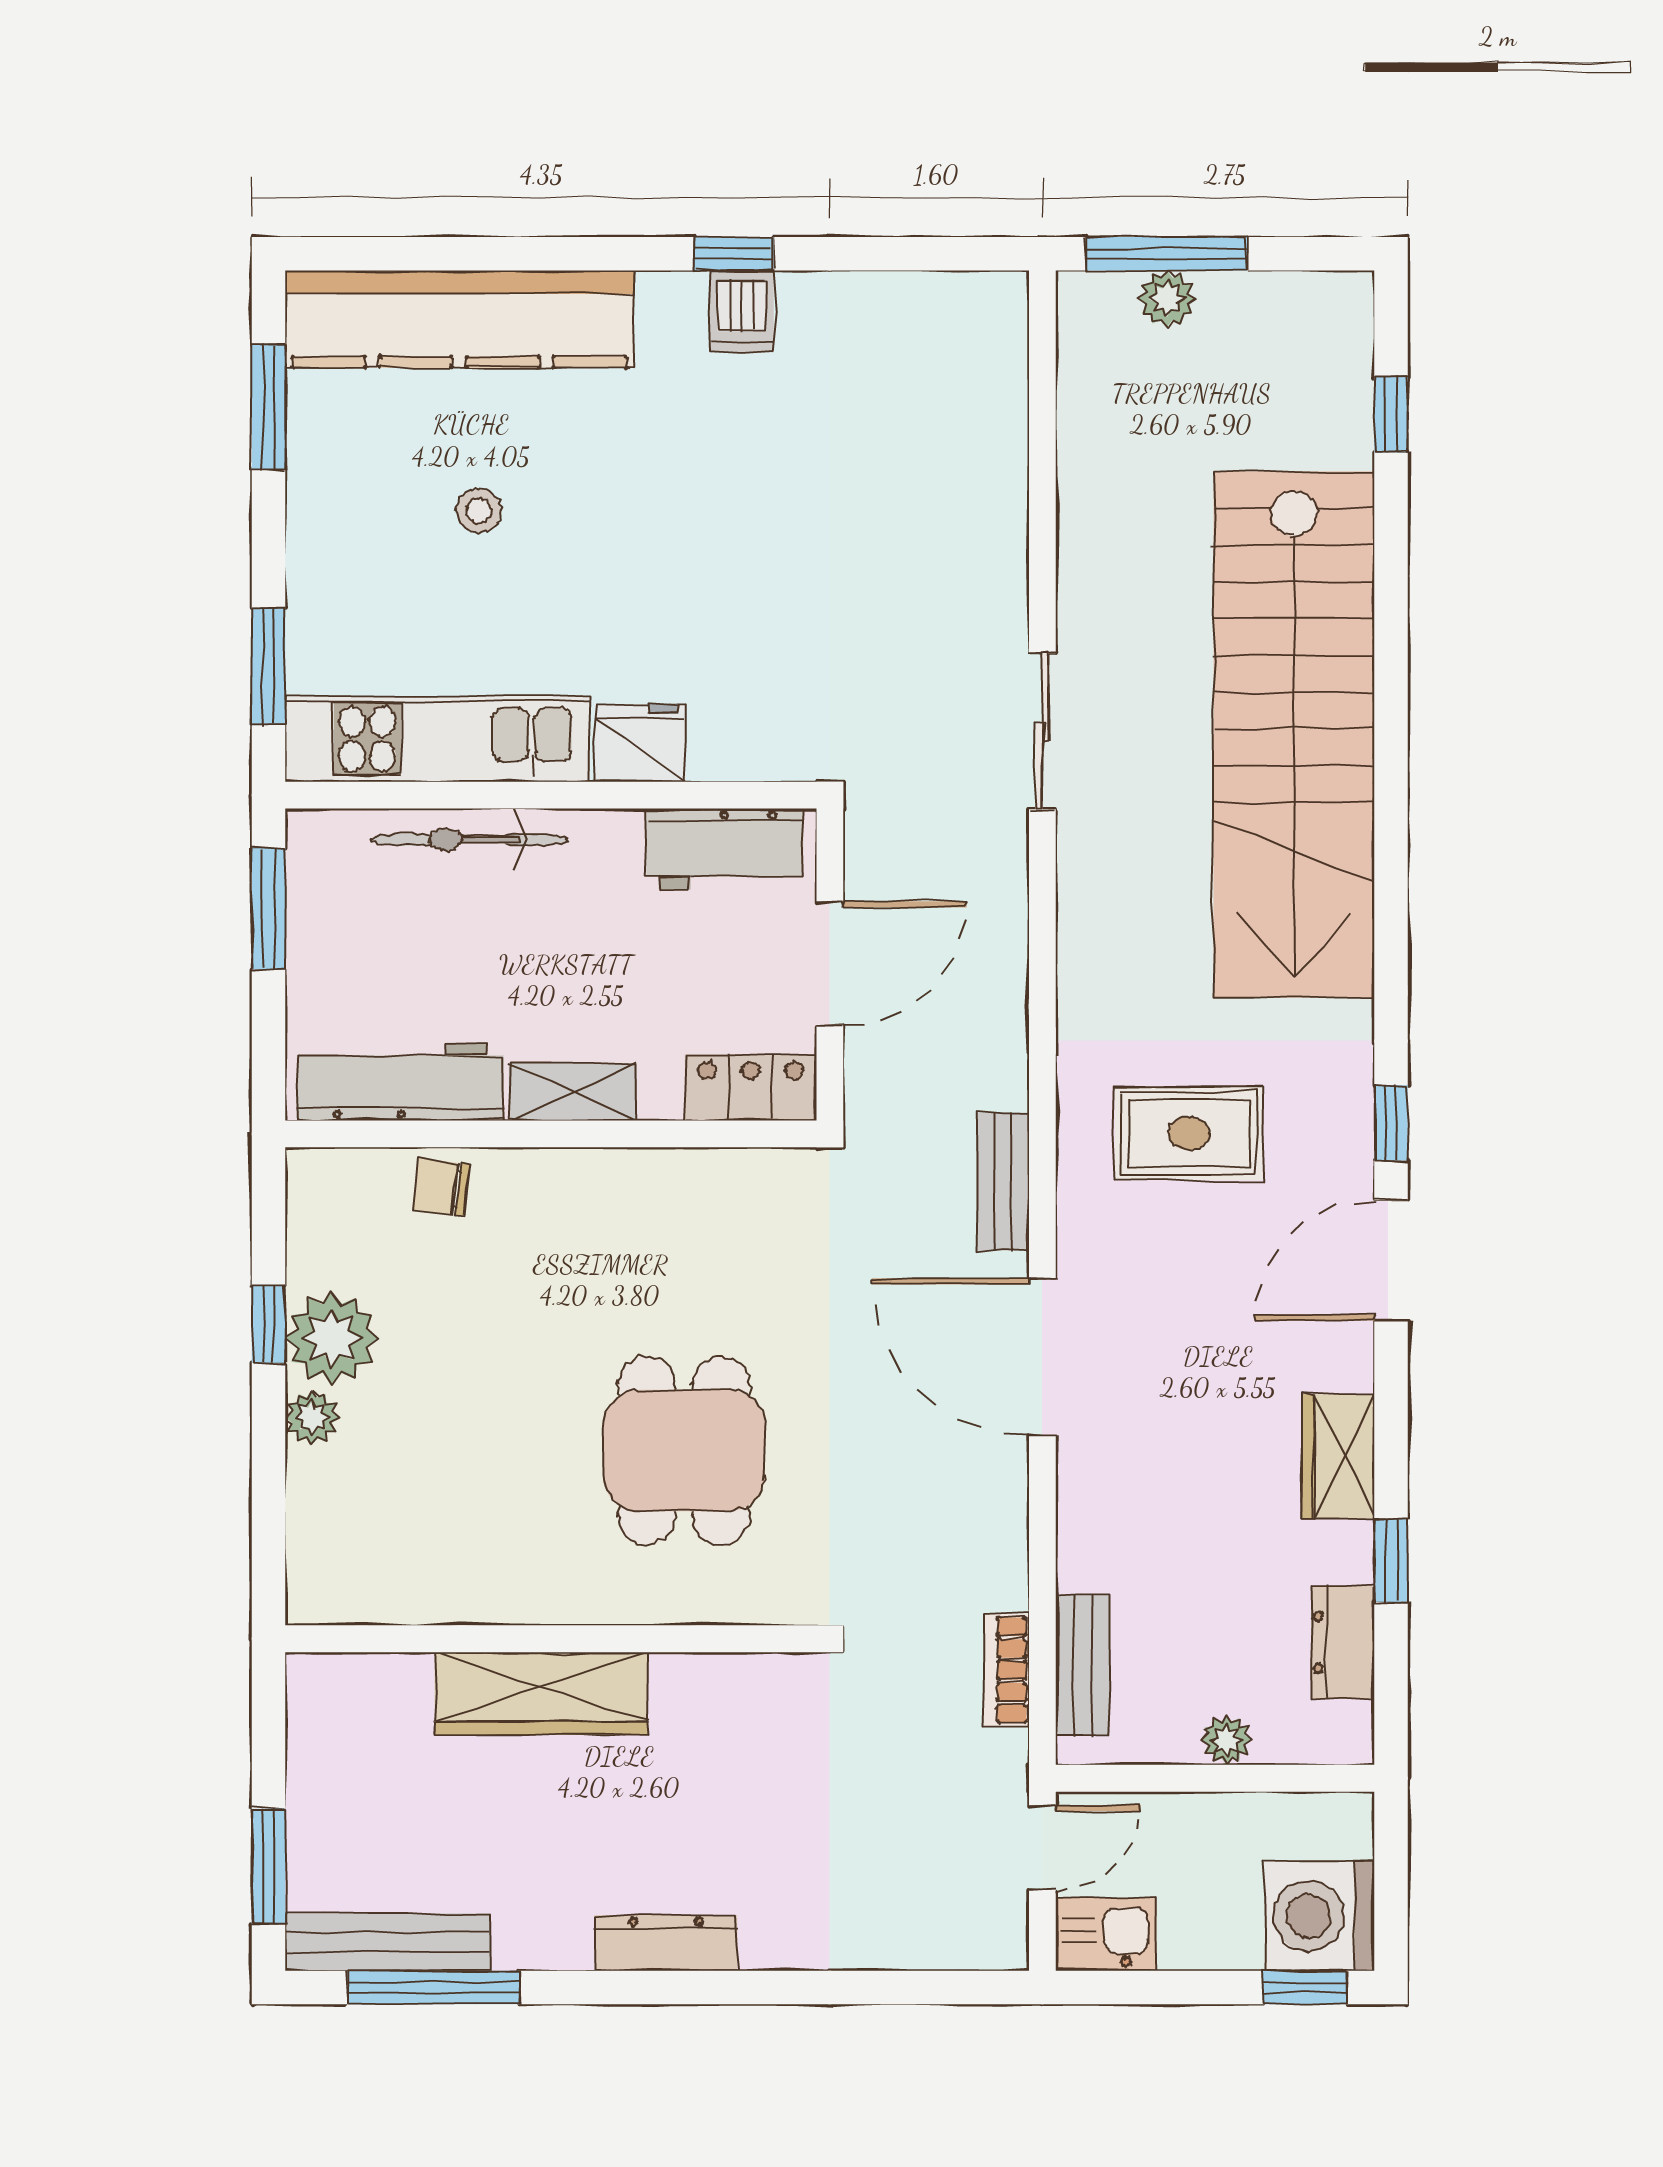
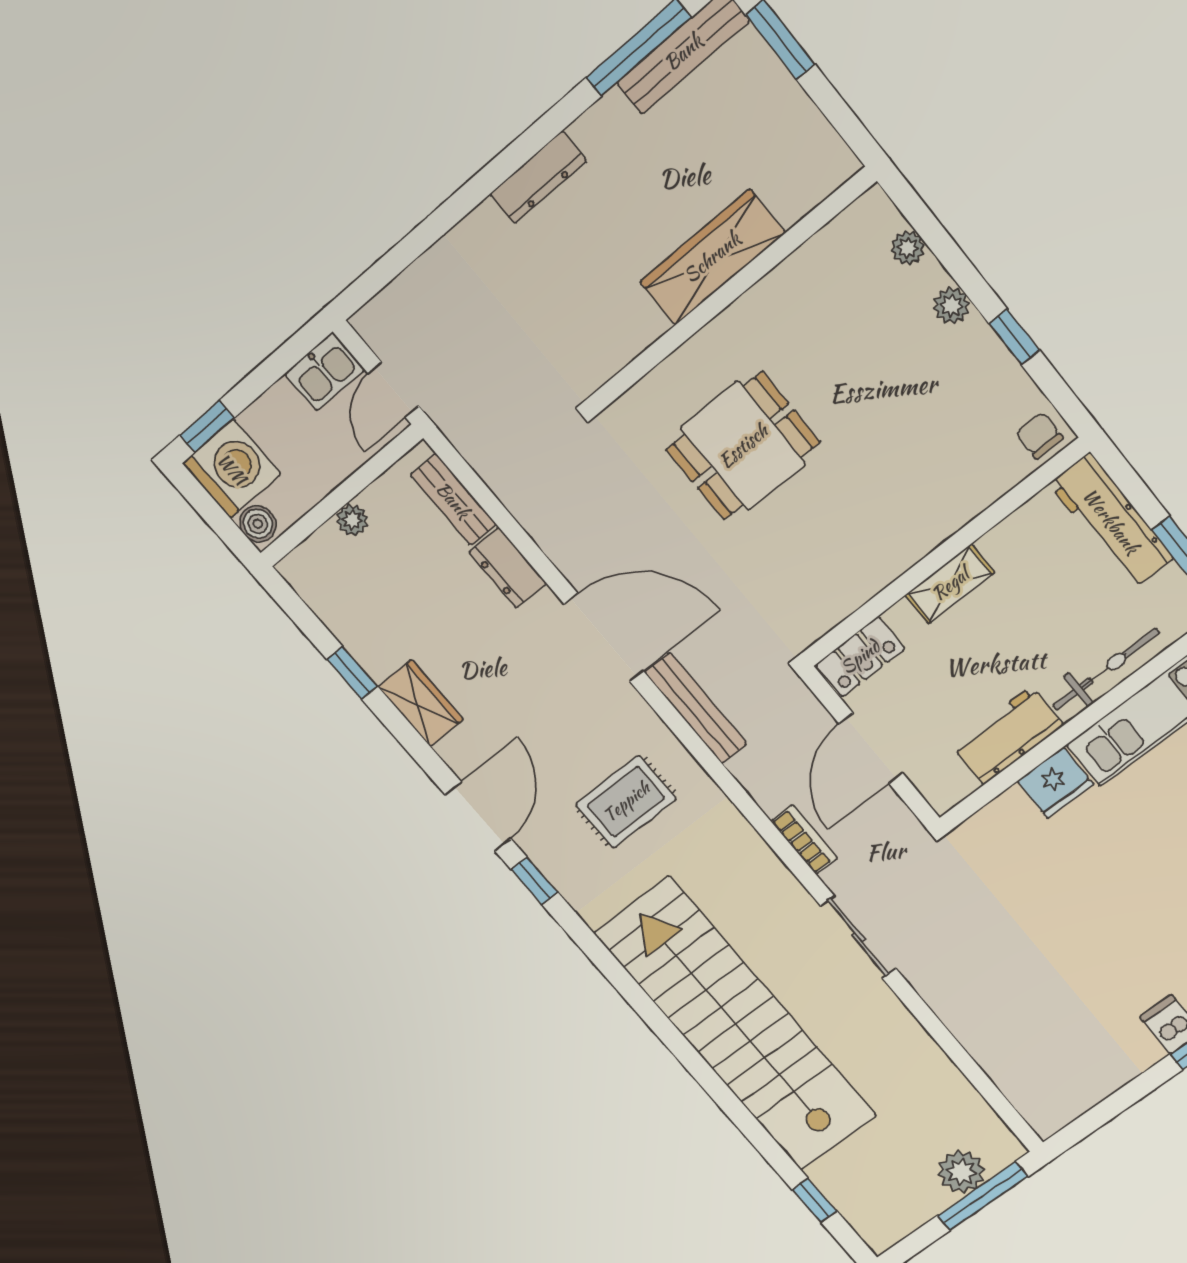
plant: (1167, 299) -> (961, 1172), width x1.38, depth x1.38
workbench: (725, 849) -> (1007, 736), moved
workbench: (400, 1082) -> (1111, 521), moved, turned 90
bench: (1003, 1182) -> (696, 708), width x1.36
chair: (441, 1187) -> (1039, 435), moved, turned -97
plant: (332, 1339) -> (908, 248), moved, width x0.53, depth x0.53
dining table: (684, 1451) -> (743, 446), turned 90
dresser: (1343, 1642) -> (508, 568), moved, turned 180
bookcase: (1006, 1670) -> (804, 840), moved
boiler: (1346, 1828) -> (258, 524), added

